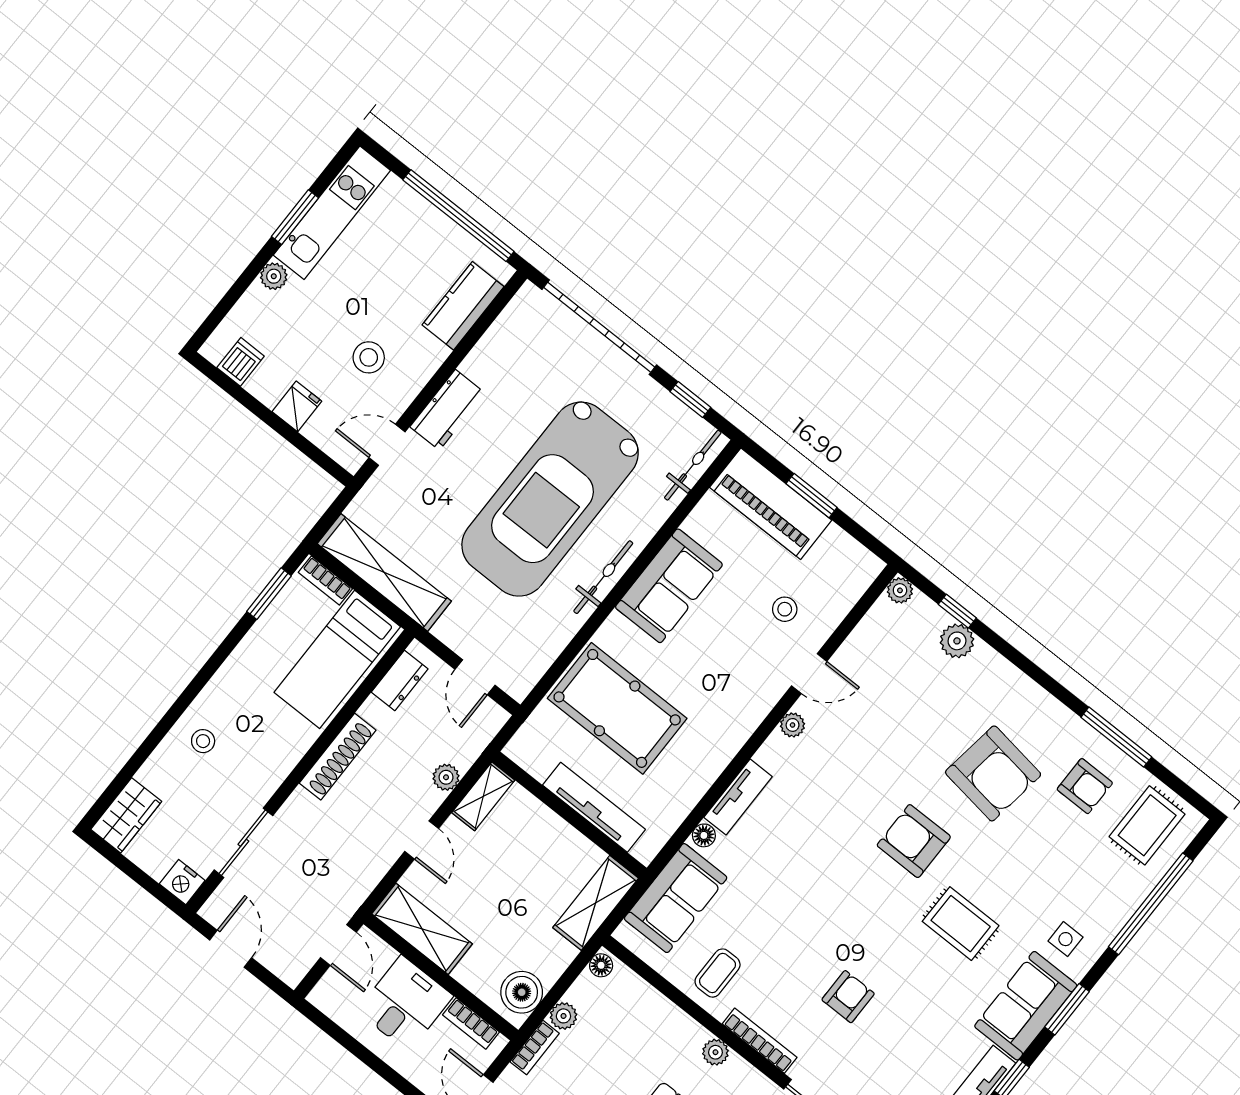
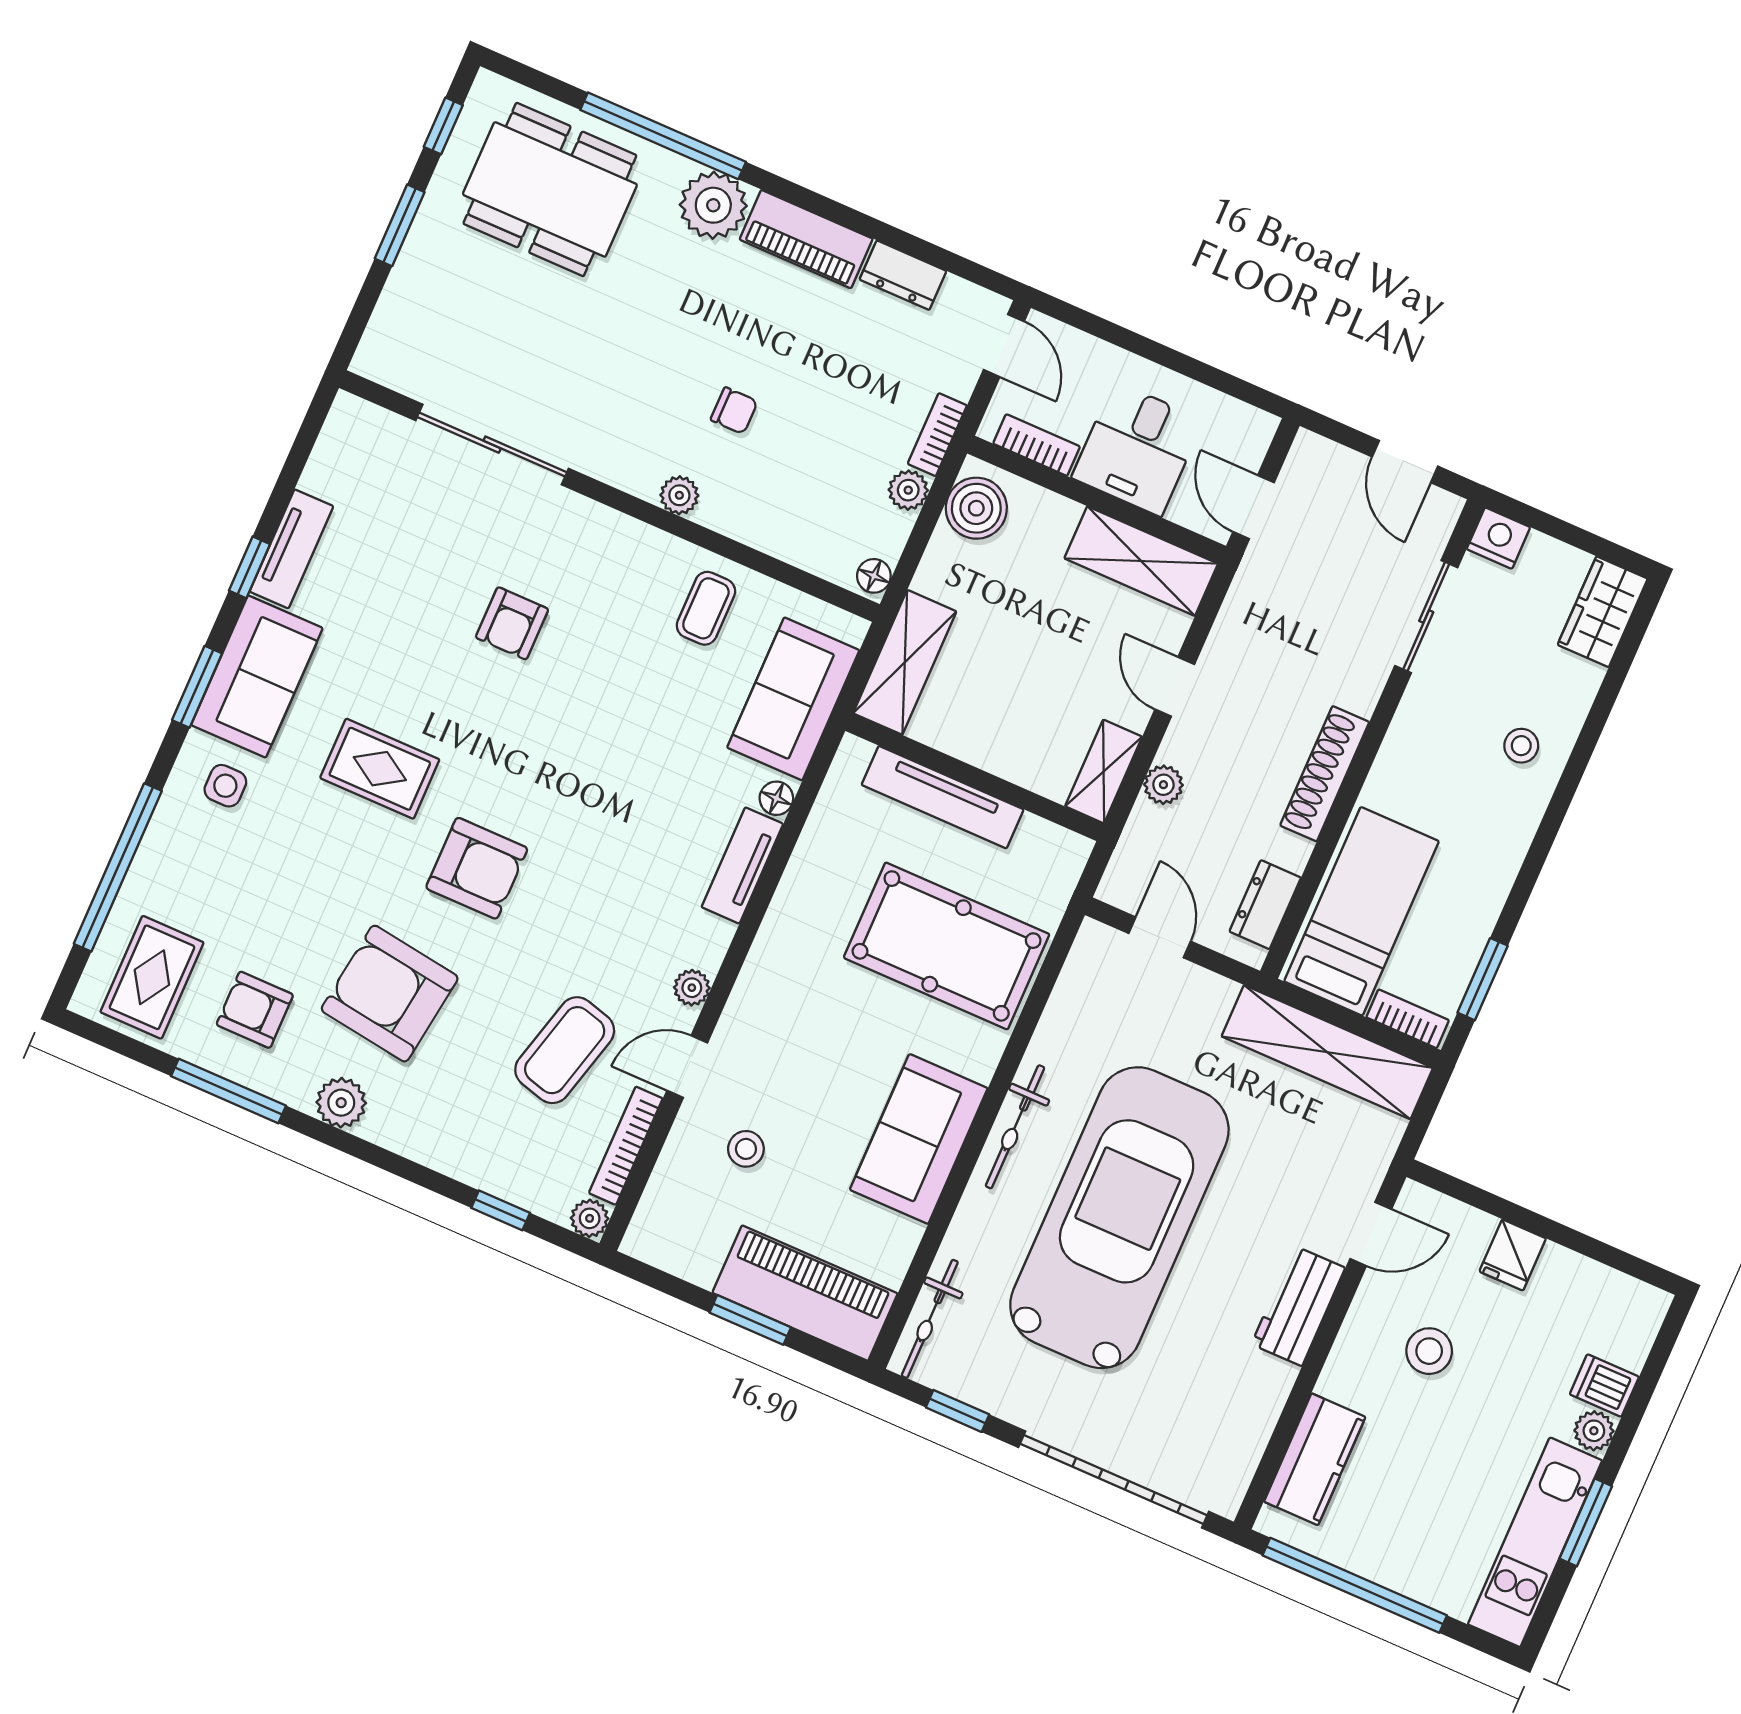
dishwasher: (241, 362) -> (1604, 1386), moved, turned 90
plant: (957, 641) -> (341, 1103), moved
coffee table: (887, 706) -> (565, 1050), added
bookcase: (760, 1041) -> (626, 1146), moved, turned 90

